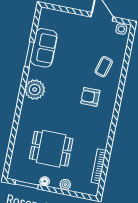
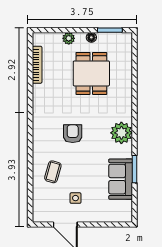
side table: (121, 29) -> (75, 198), moved
armchair: (90, 97) -> (73, 134), moved, turned -90
dining table: (51, 149) -> (91, 73), turned 90

